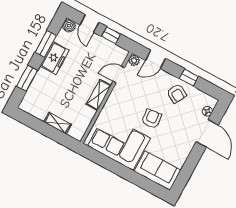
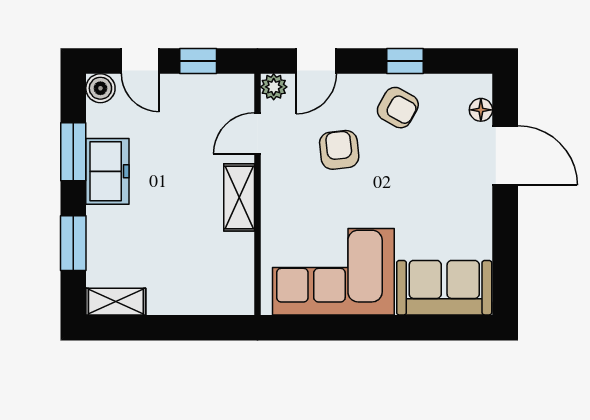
armchair: (152, 119) -> (339, 150), moved
shelving: (58, 123) -> (116, 302), moved

